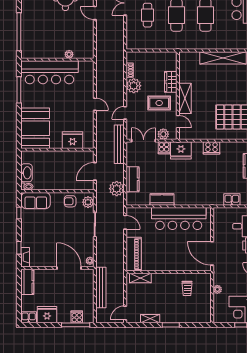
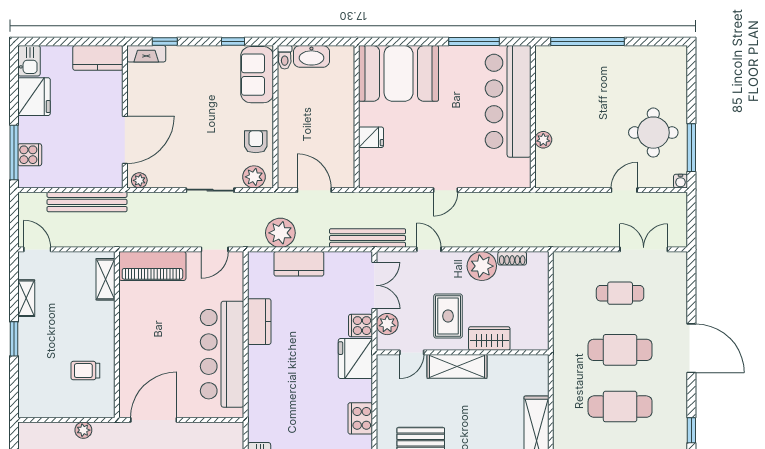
fridge: (72, 140) -> (371, 137), width x0.53, depth x0.75

